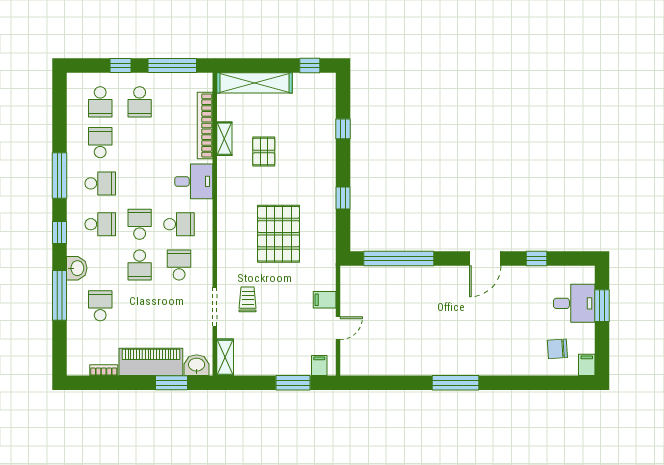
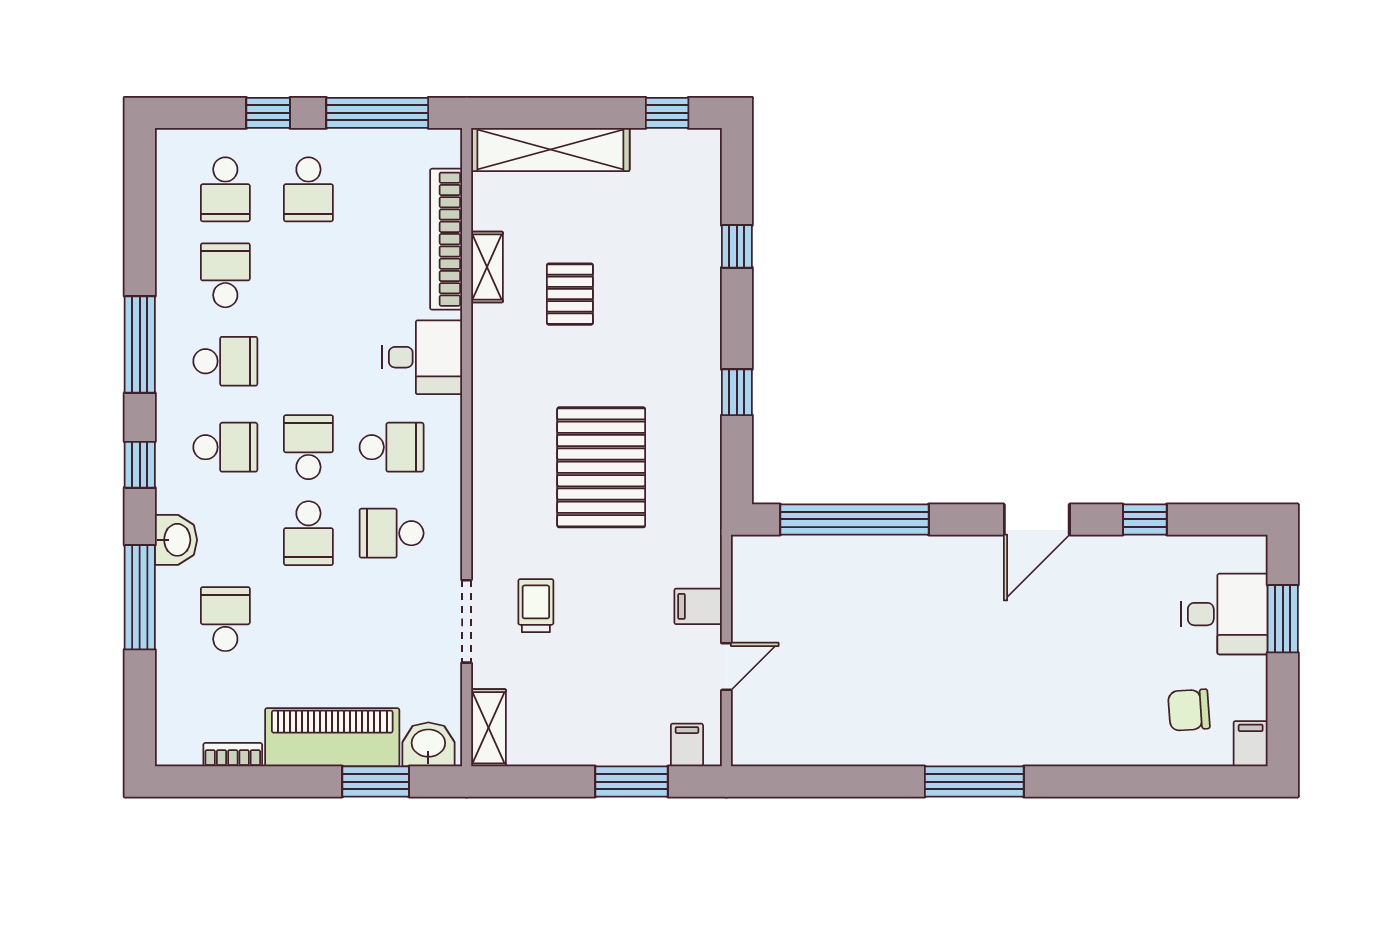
school desk: (179, 265) -> (392, 533), turned -90

